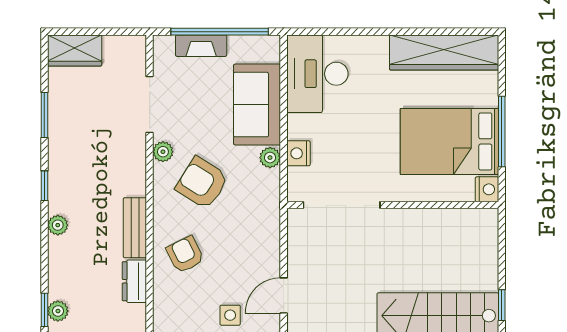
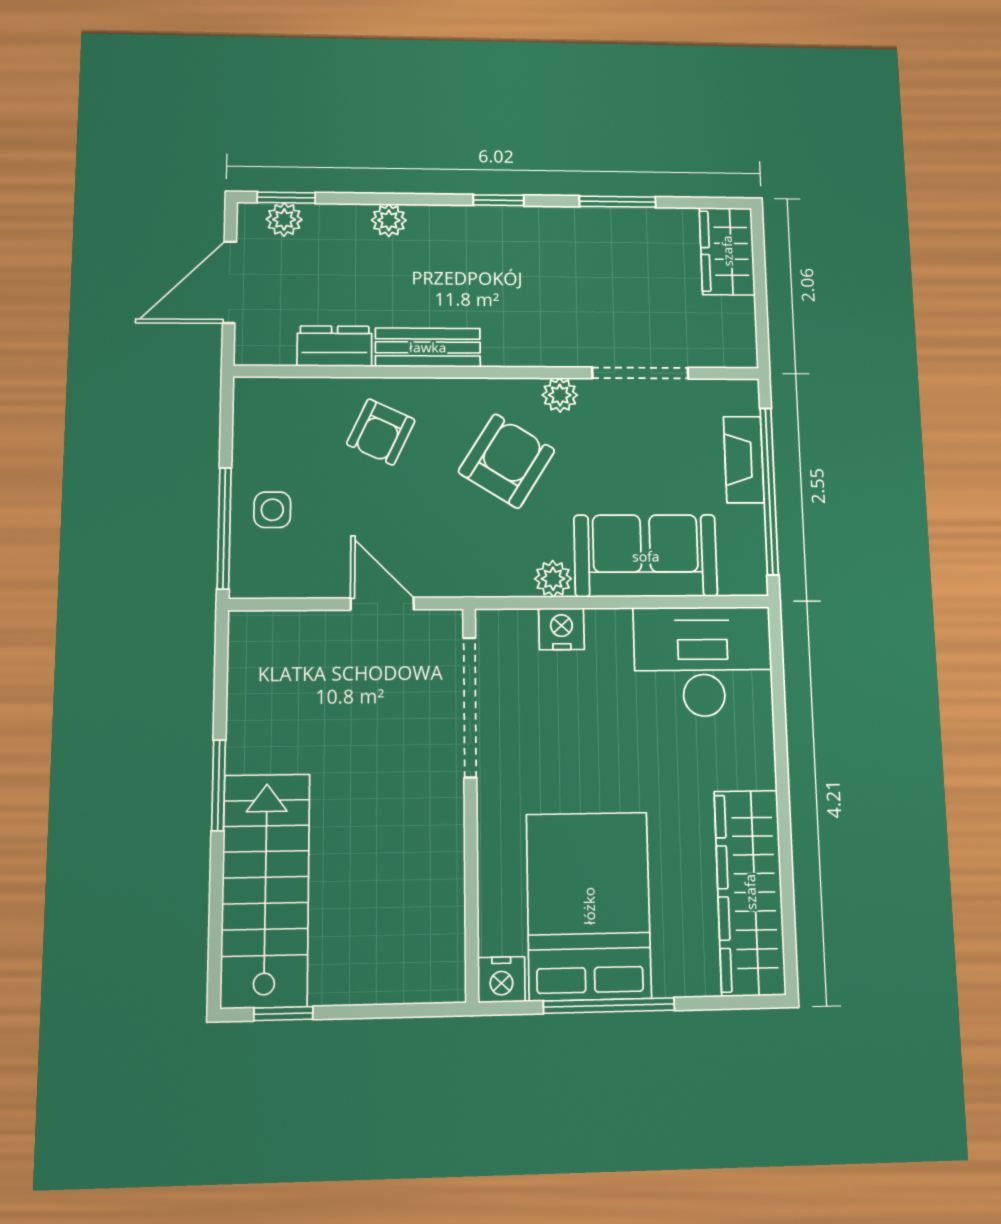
plant: (58, 225) -> (389, 220), moved
armchair: (185, 255) -> (381, 432), turned 141
door: (284, 296) -> (382, 604), moved

